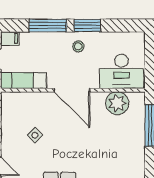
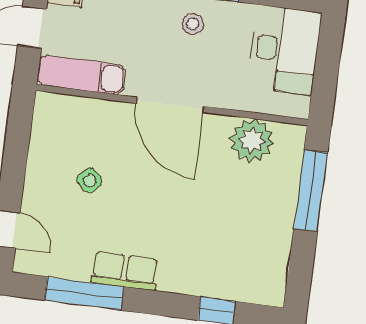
desk: (122, 71) -> (284, 50), moved, turned -90

